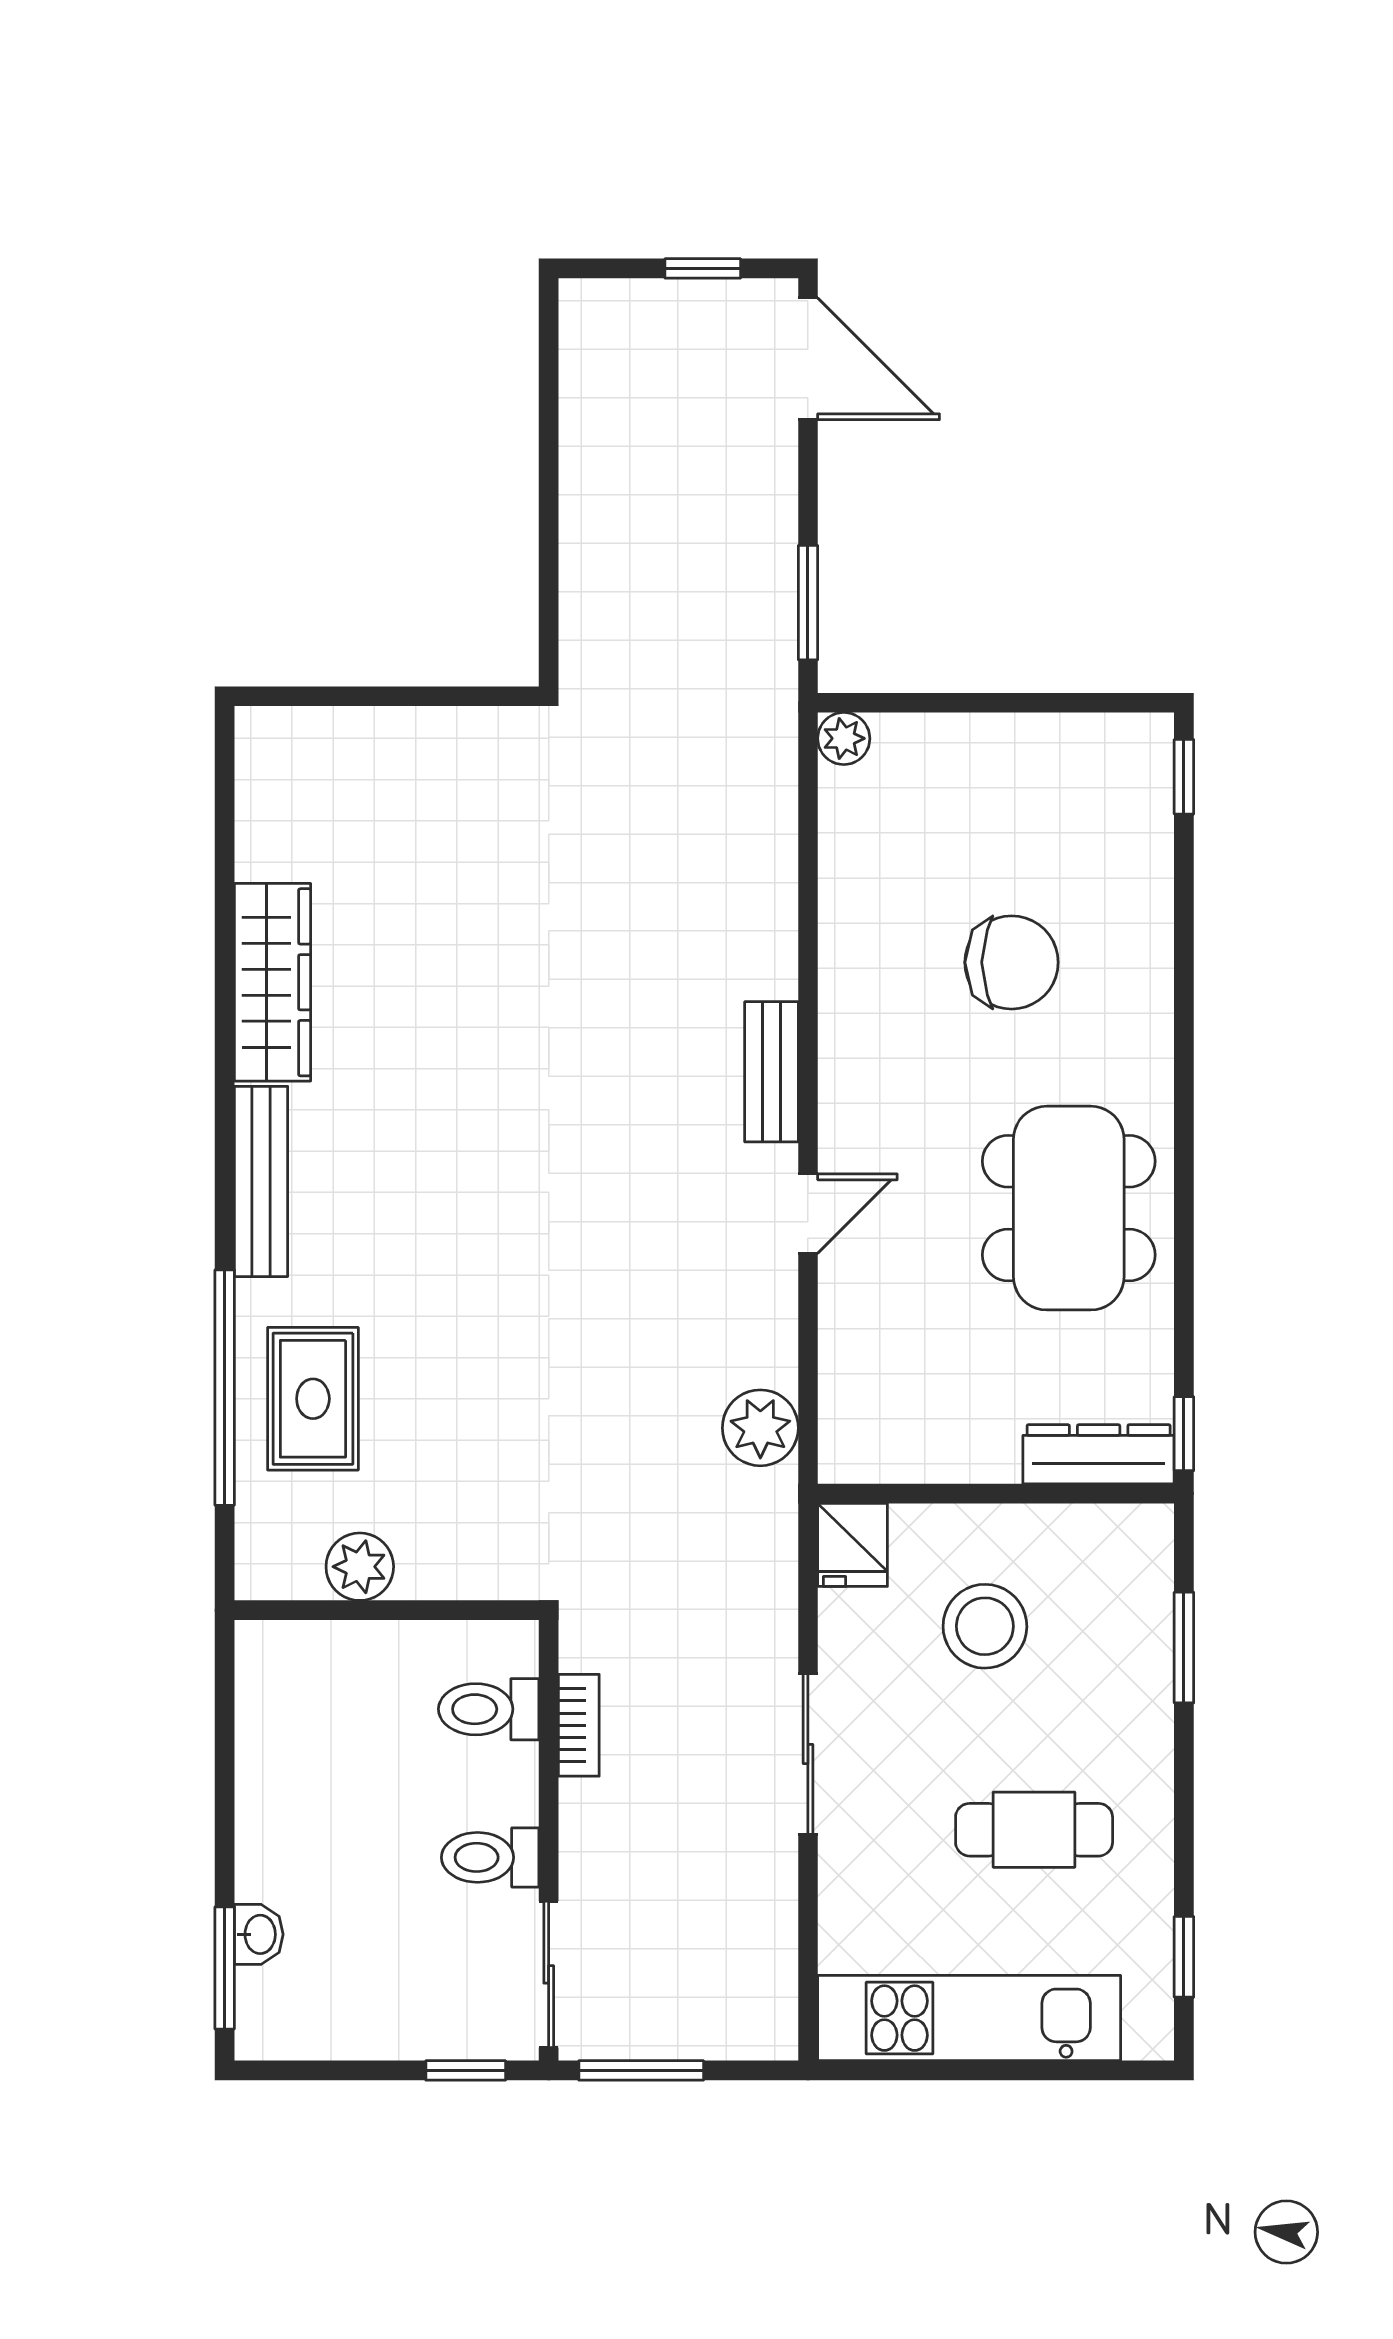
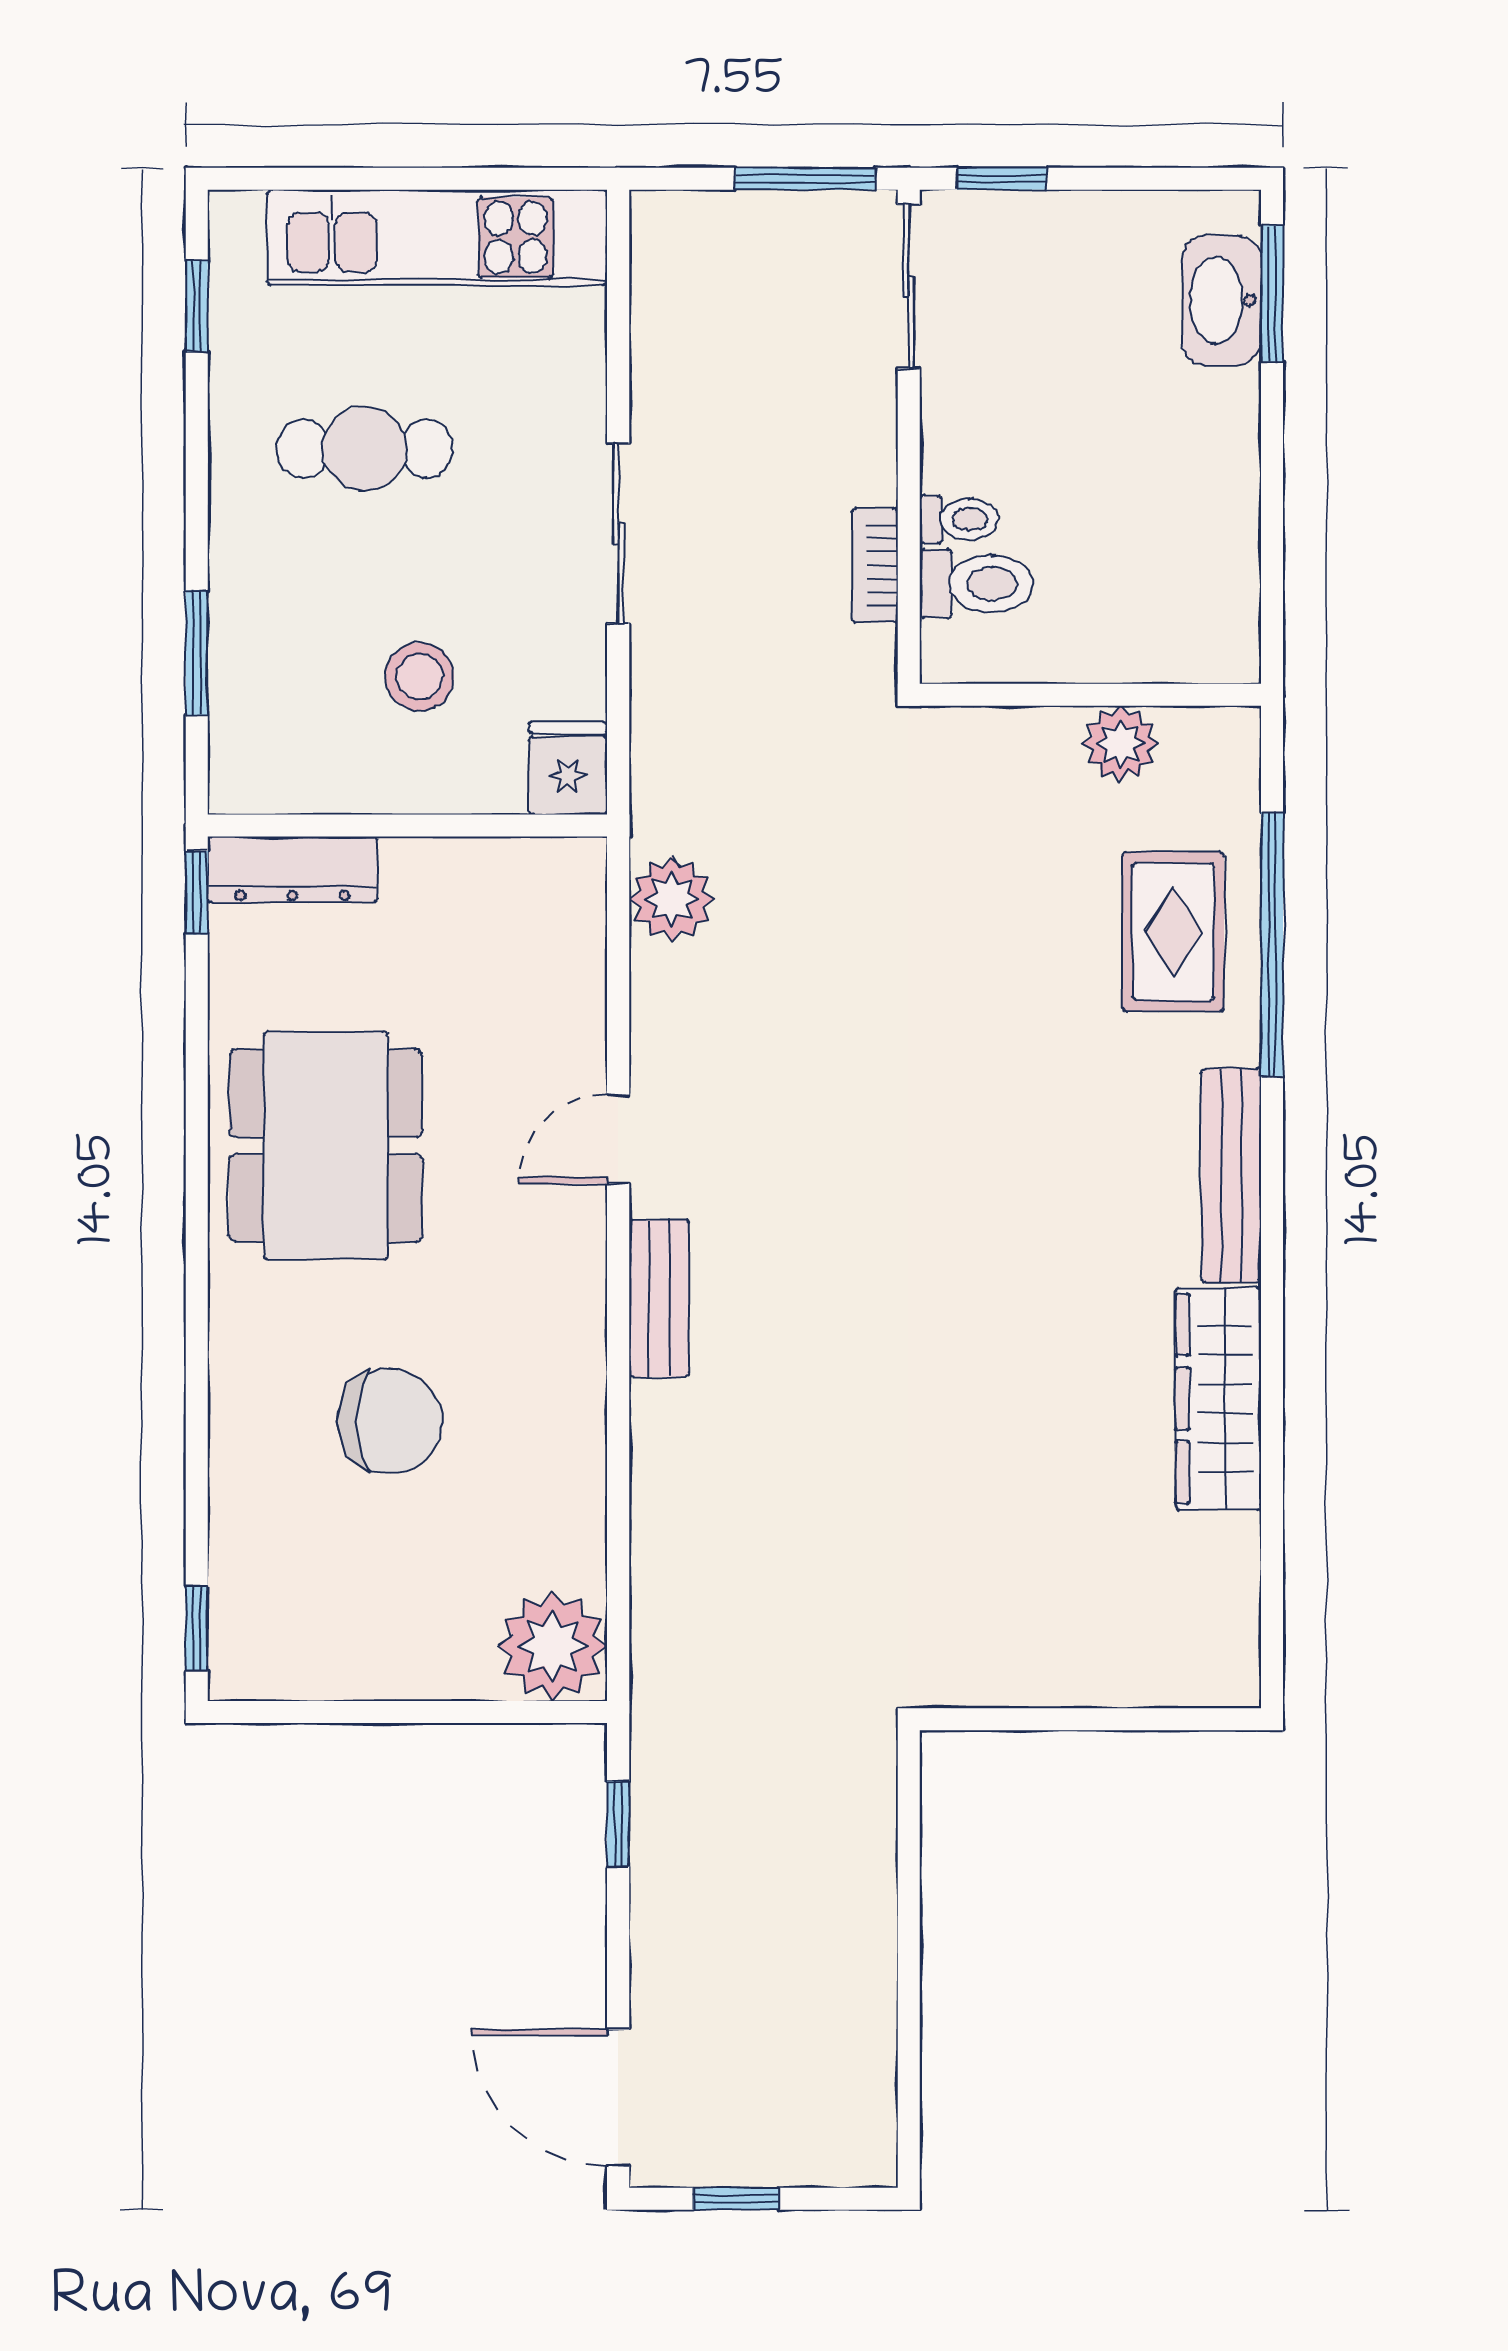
window: (808, 603) -> (618, 1824), width x0.67
plant: (844, 738) -> (553, 1646), width x1.87, depth x1.87
chair: (1012, 962) -> (390, 1421), turned 180
stool: (985, 1626) -> (420, 677), width x0.73, depth x0.73
toilet: (490, 1857) -> (959, 519), moved, width x0.73, depth x0.72
washbasin: (259, 1934) -> (1222, 300), width x1.91, depth x1.45

